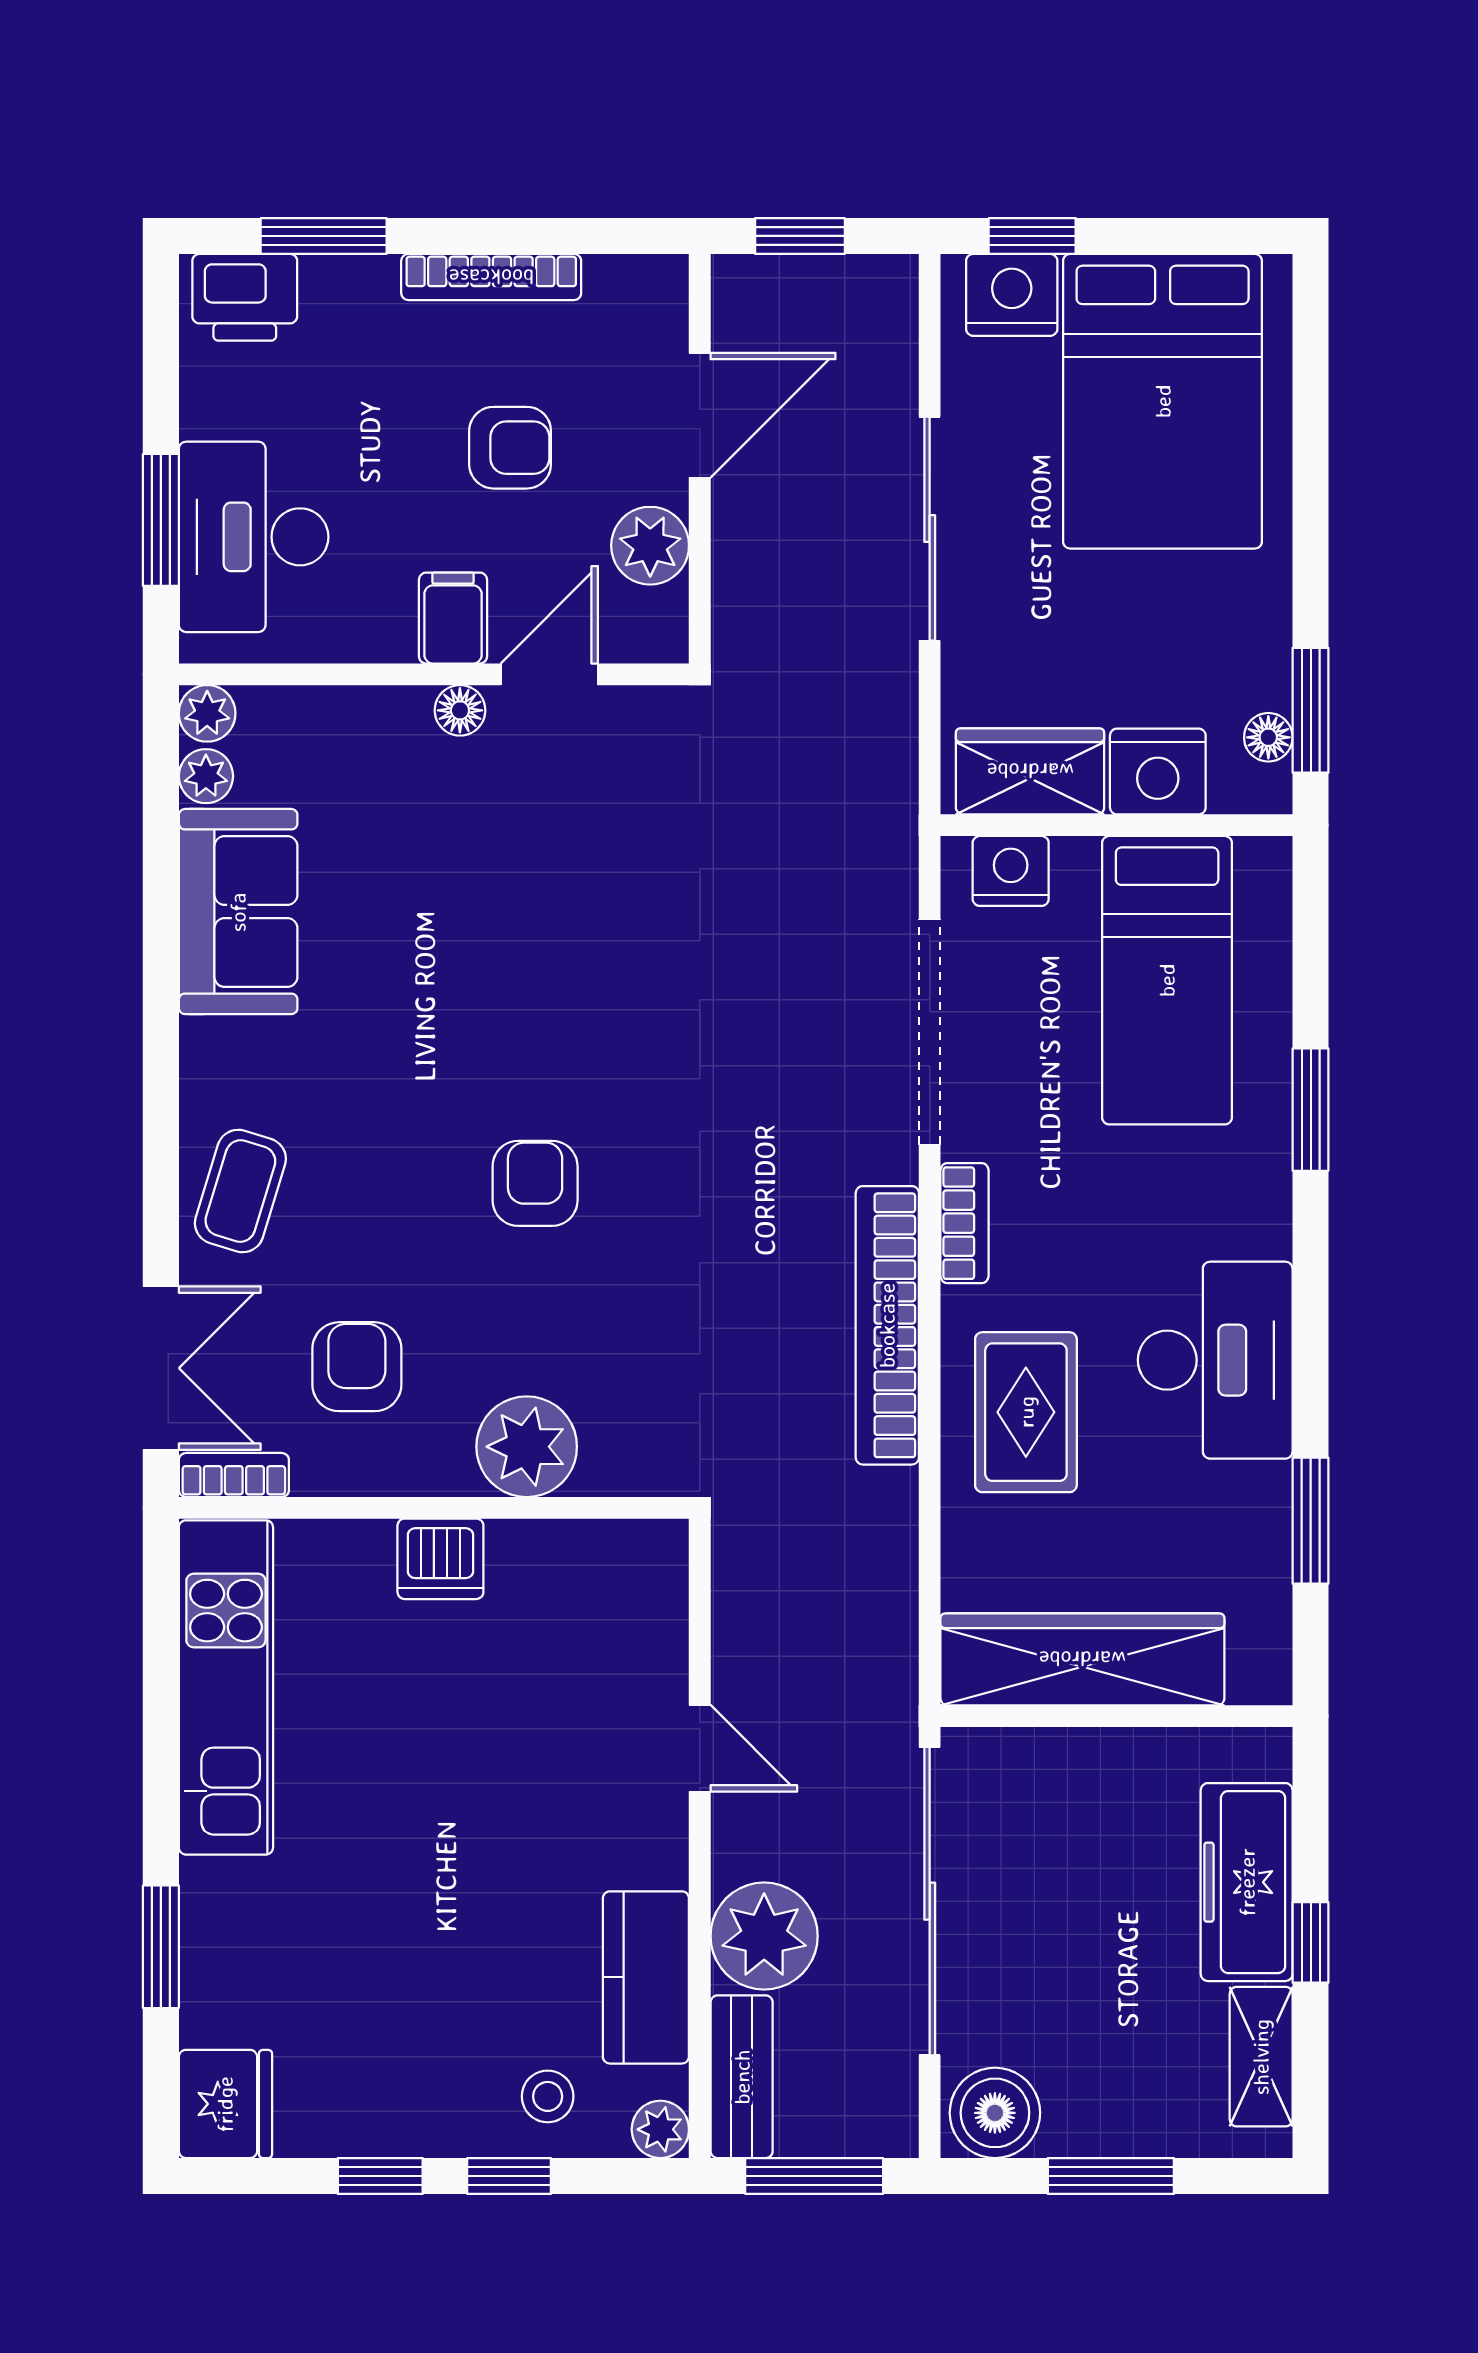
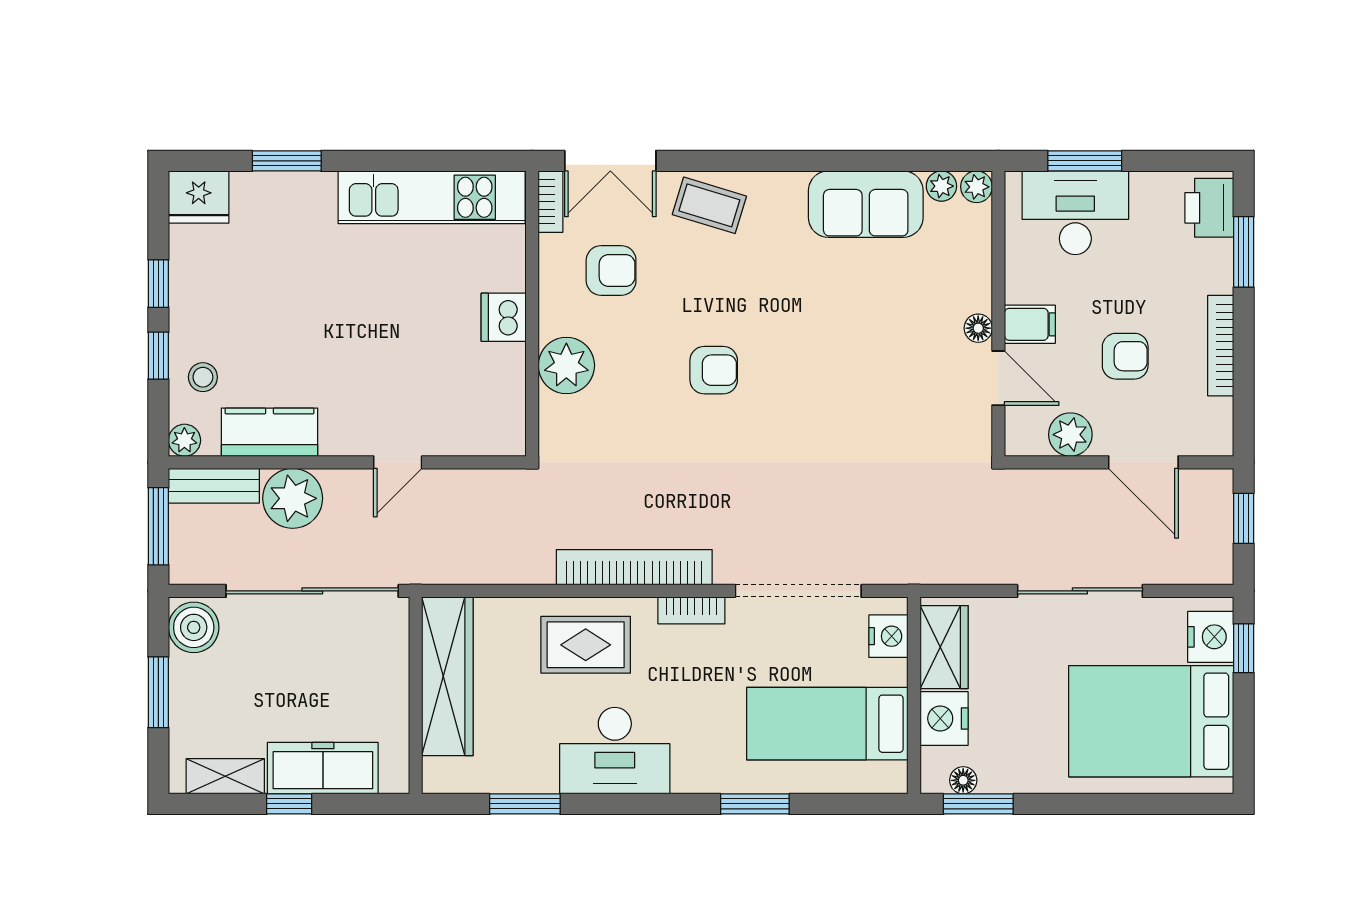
armchair: (510, 448) -> (1125, 356), turned -90

